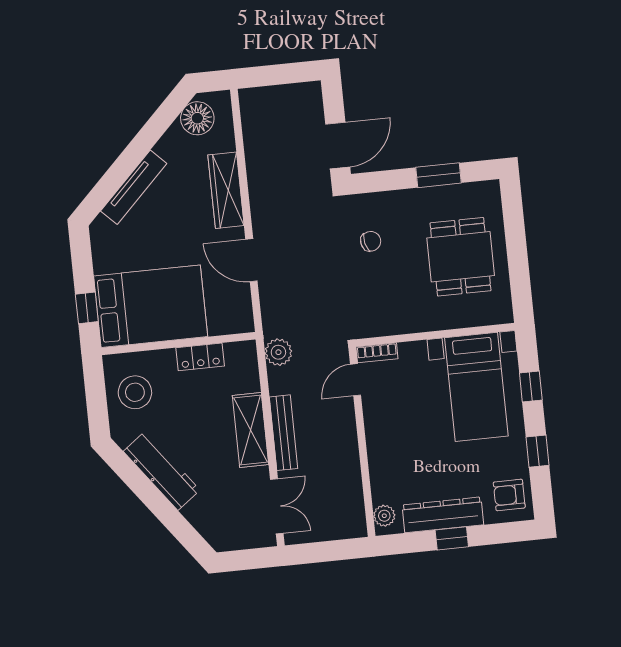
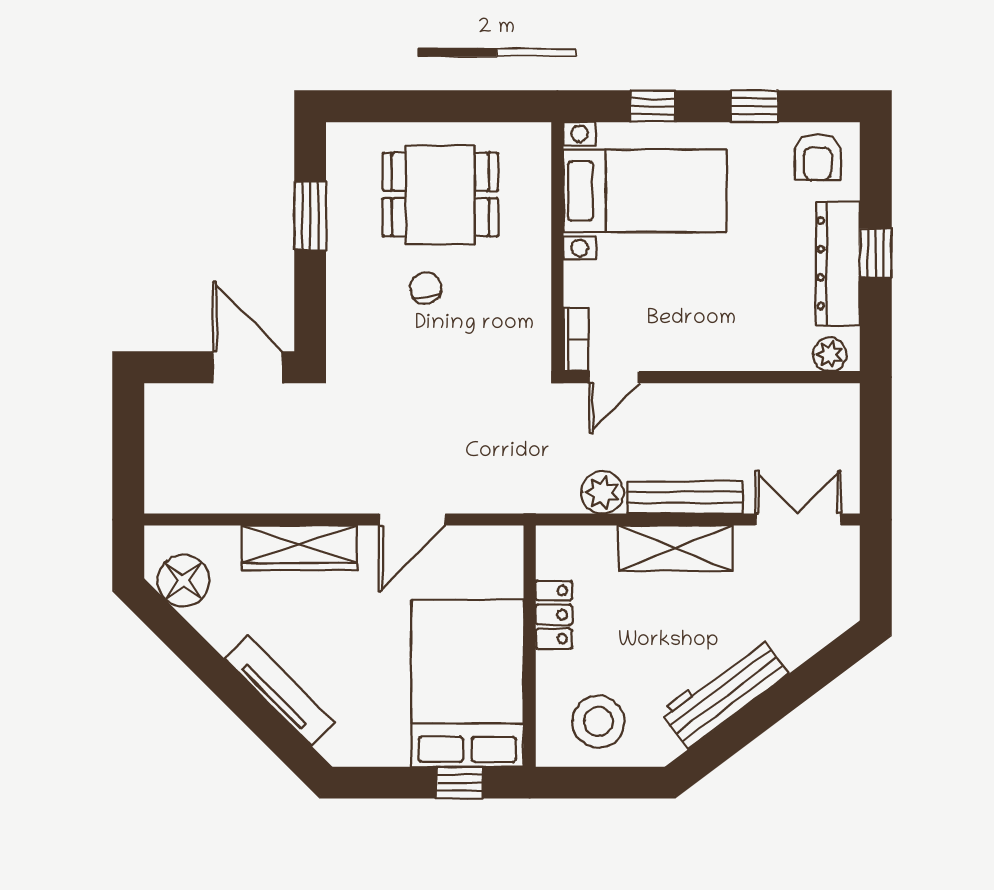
chair: (371, 241) -> (426, 288), moved
plant: (278, 352) -> (602, 492), moved
door: (356, 380) -> (614, 377), hinge flipped

